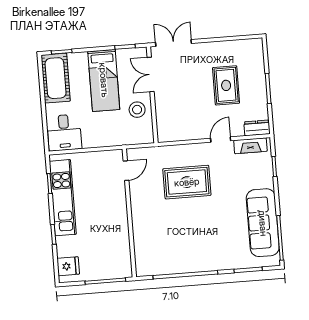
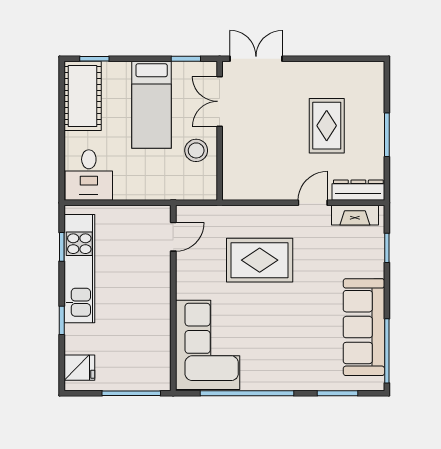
dresser: (257, 128) -> (358, 190), width x1.44
corner sofa: (156, 243) -> (208, 345), added

